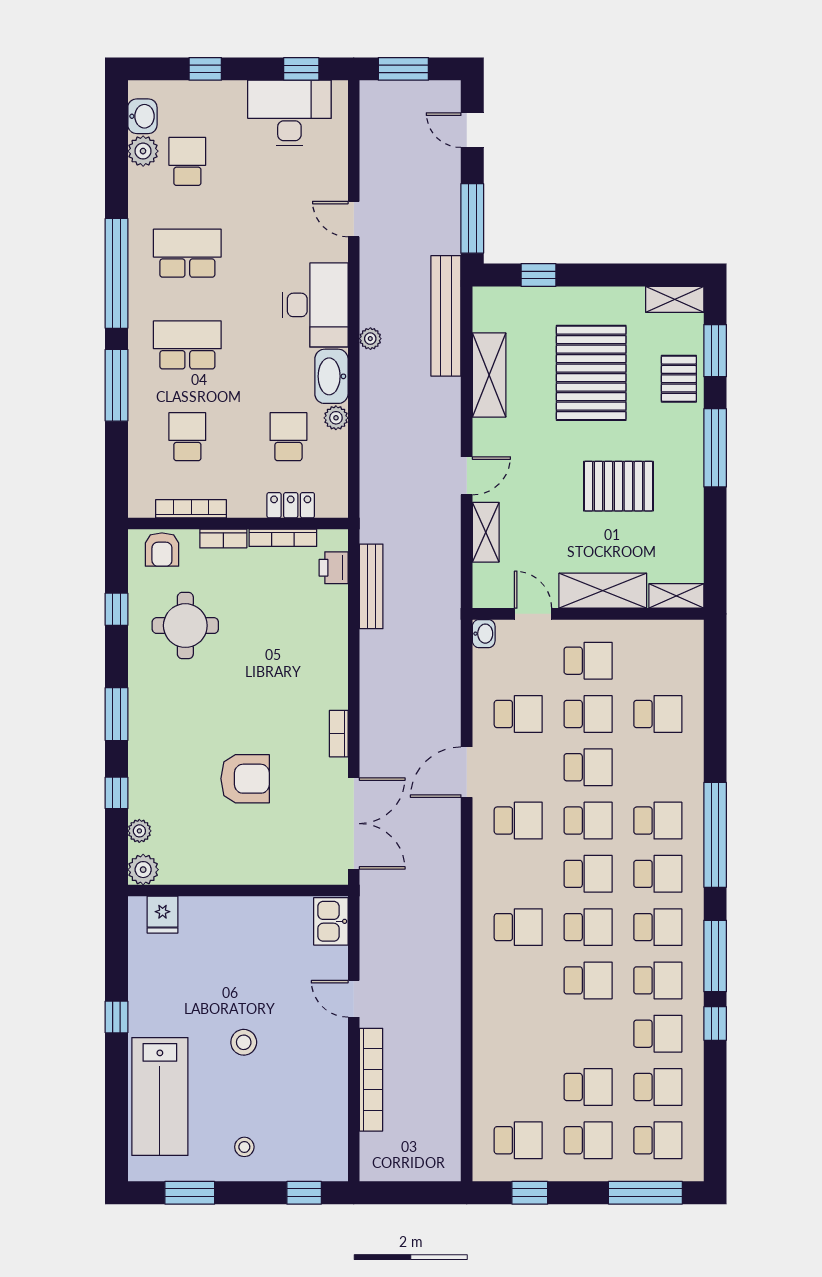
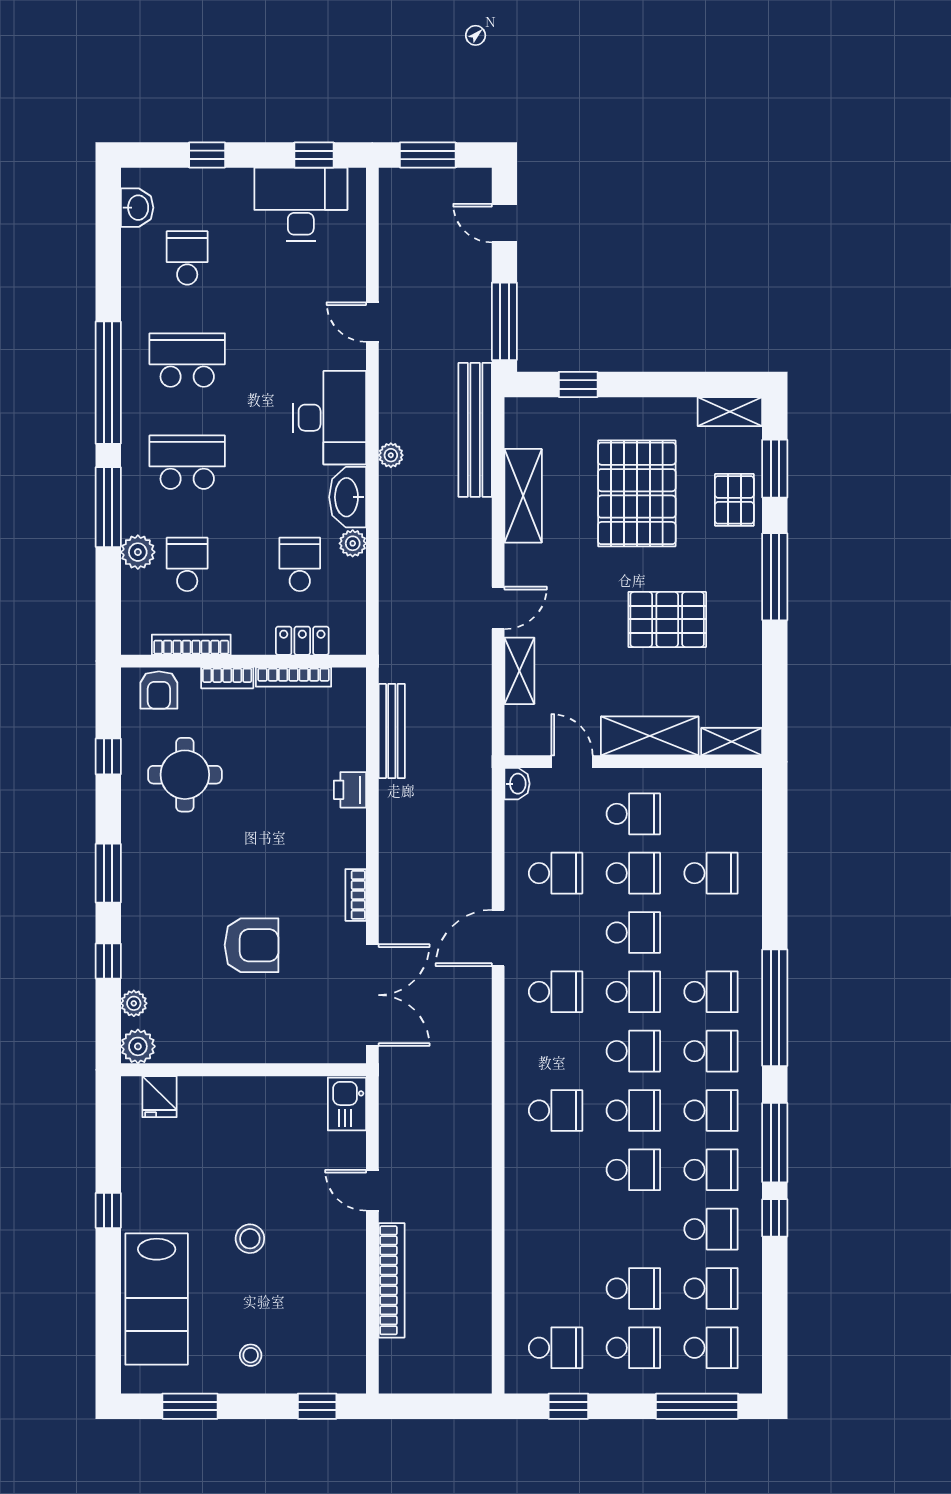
plant: (143, 151) -> (138, 552), moved
printer: (334, 568) -> (350, 790), moved

